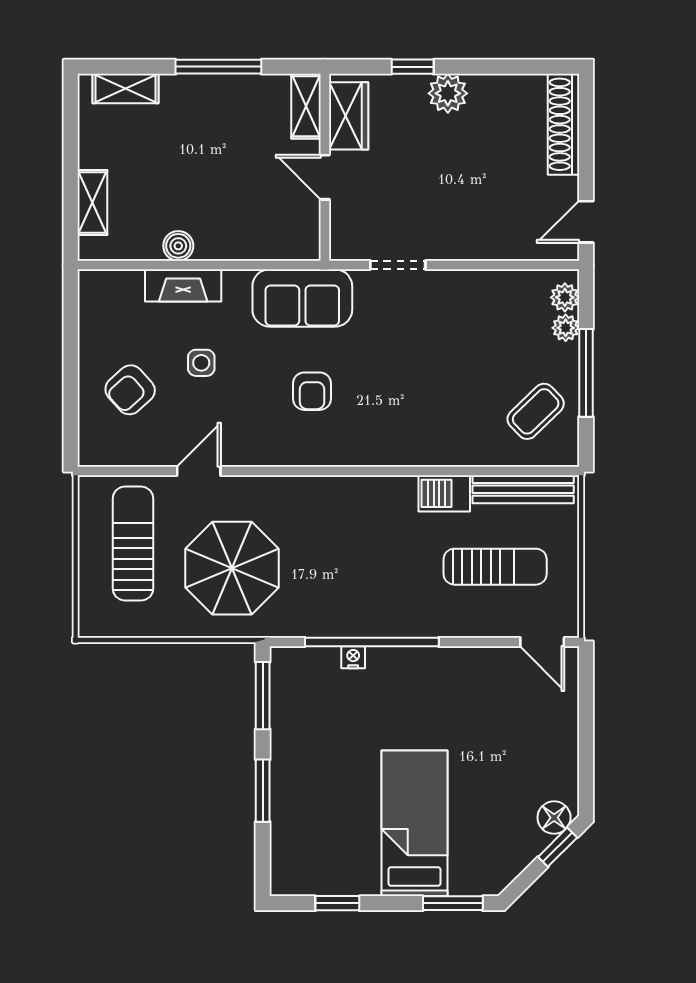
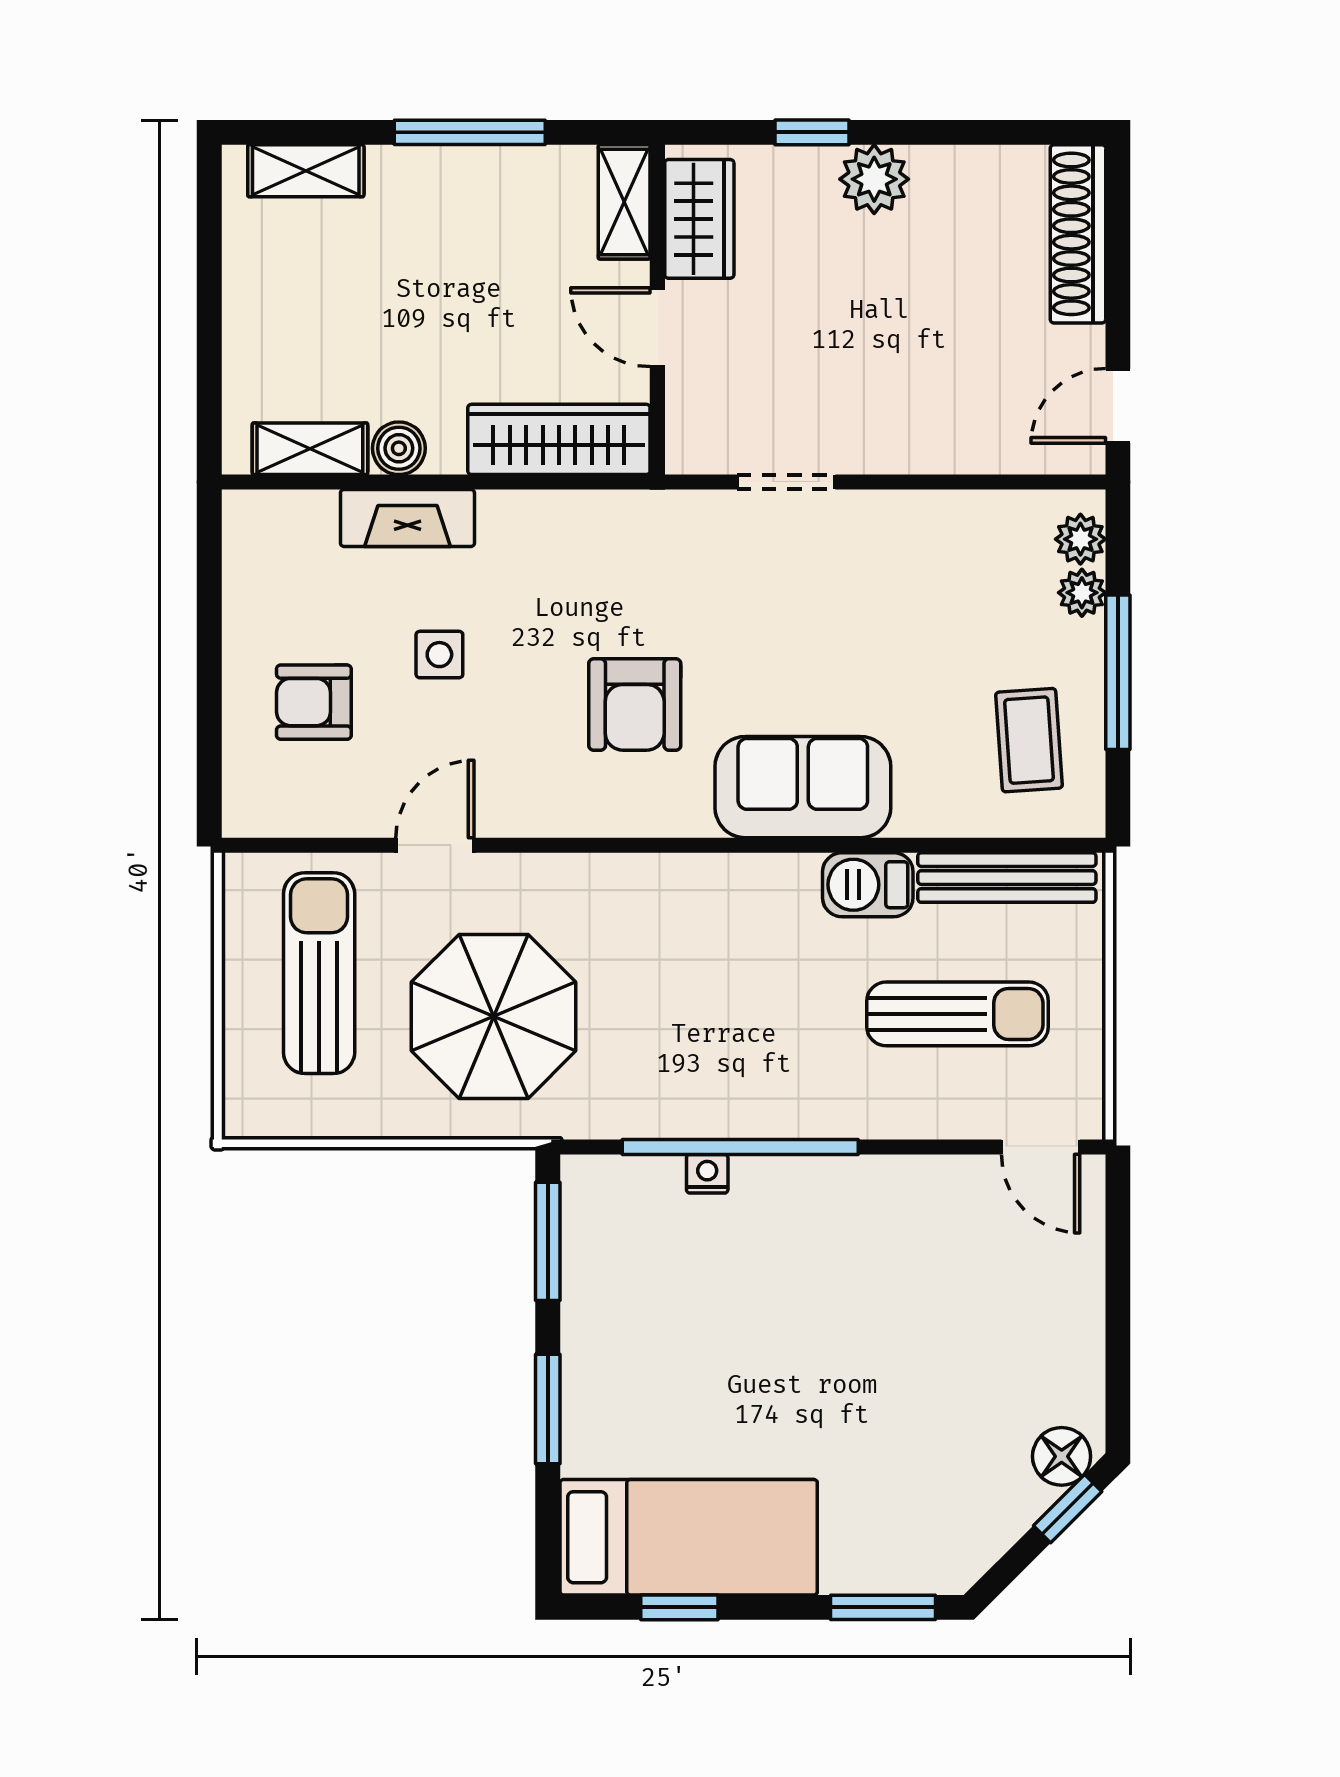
shelving: (92, 203) -> (310, 449), moved, turned 90
wardrobe: (269, 241) -> (559, 439), added
sofa: (302, 298) -> (803, 787), moved, turned 180
armchair: (130, 390) -> (314, 702), turned 42
armchair: (312, 391) -> (635, 705), width x1.38, depth x1.38
coffee table: (536, 411) -> (1029, 740), turned -50
bed: (414, 823) -> (689, 1537), moved, turned 90

